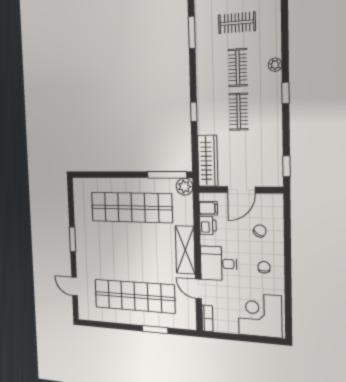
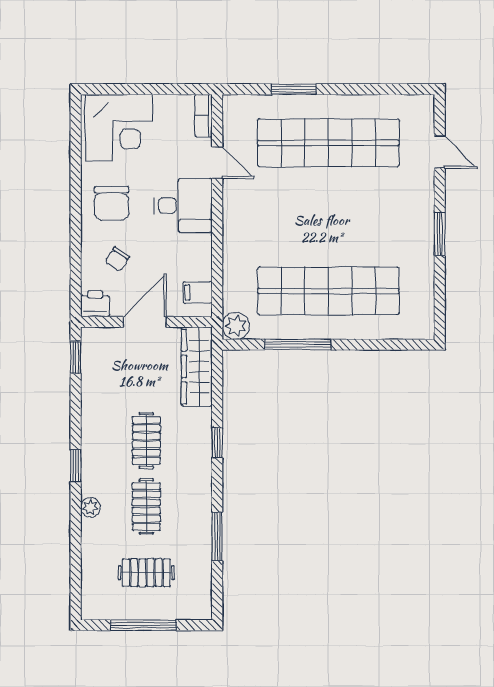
window: (192, 32) -> (217, 536), moved
window: (167, 175) -> (298, 345), moved
printer: (208, 225) -> (95, 304), moved, turned 90
shelving: (185, 250) -> (238, 225), removed
chair: (264, 267) -> (112, 203), width x1.87, depth x1.87

